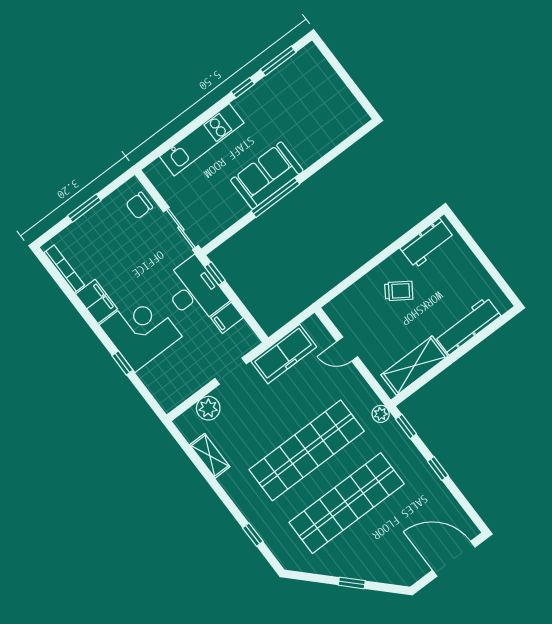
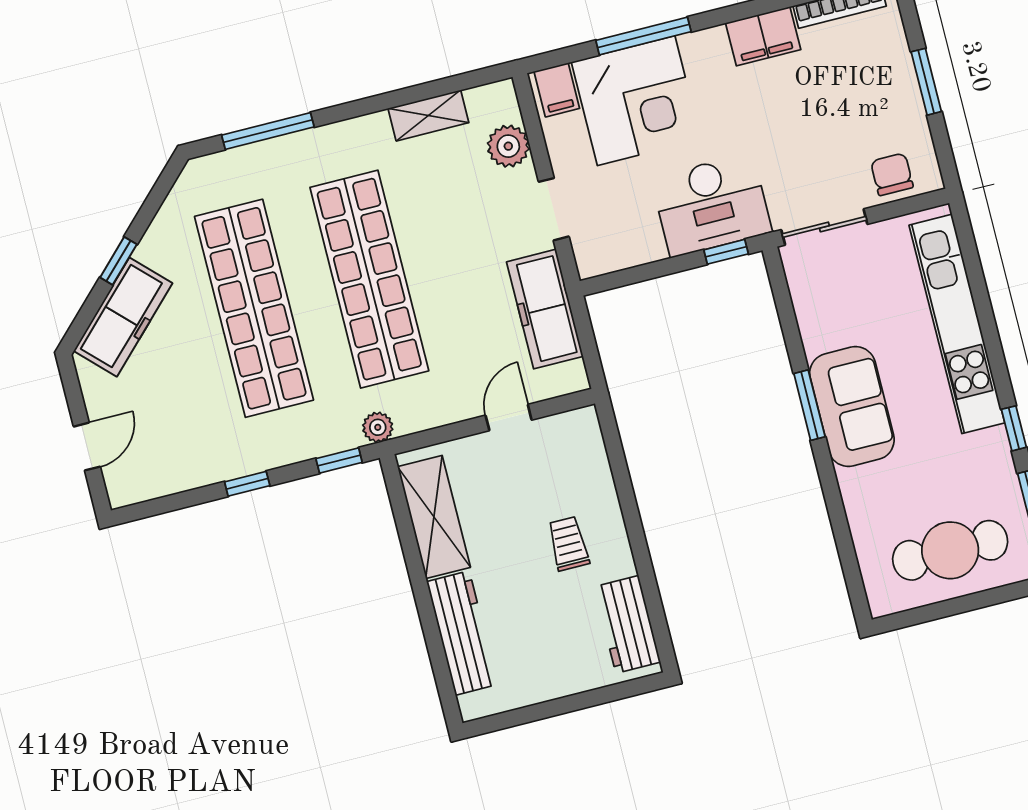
cafe table: (319, 94) -> (950, 550), added
kitchen unit: (202, 140) -> (957, 324), width x1.36
window: (275, 198) -> (809, 405), width x0.69
trolley: (399, 291) -> (568, 544), turned 146
filing cabinet: (227, 318) -> (557, 90), moved, turned 180
corner desk: (141, 331) -> (636, 101), moved
window: (122, 363) -> (643, 36), width x2.17
window: (253, 535) -> (268, 131), width x2.17
door: (454, 559) -> (87, 447), width x0.53
freezer: (380, 568) -> (123, 317), added

